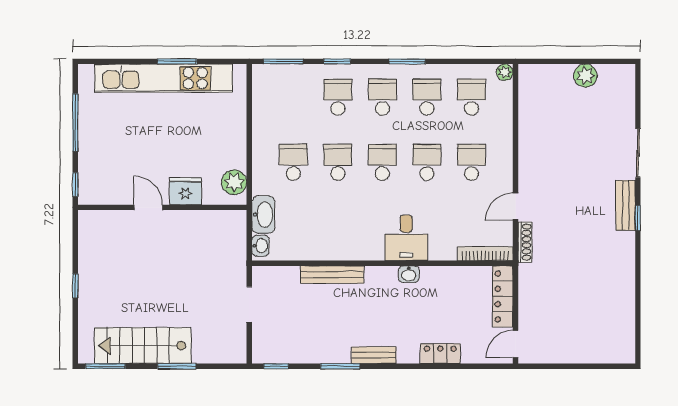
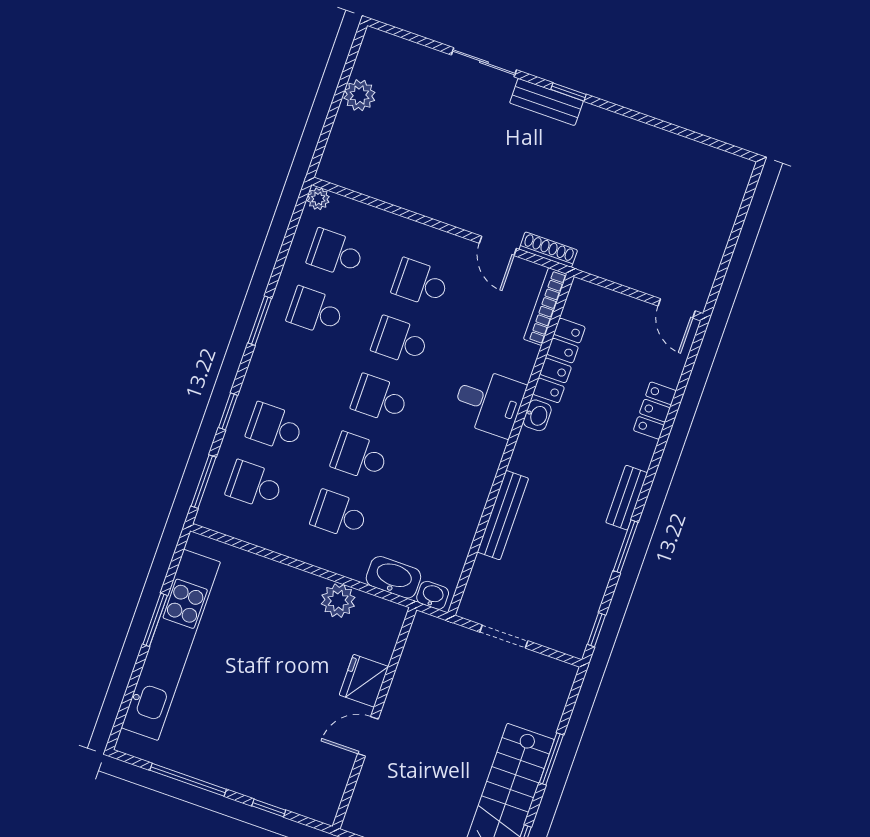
school desk: (382, 97) -> (254, 485), moved
fridge: (185, 191) -> (364, 681), moved
door: (148, 207) -> (368, 736), moved
wall: (162, 207) -> (374, 718), moved
locker: (503, 296) -> (559, 360), moved, turned -90

